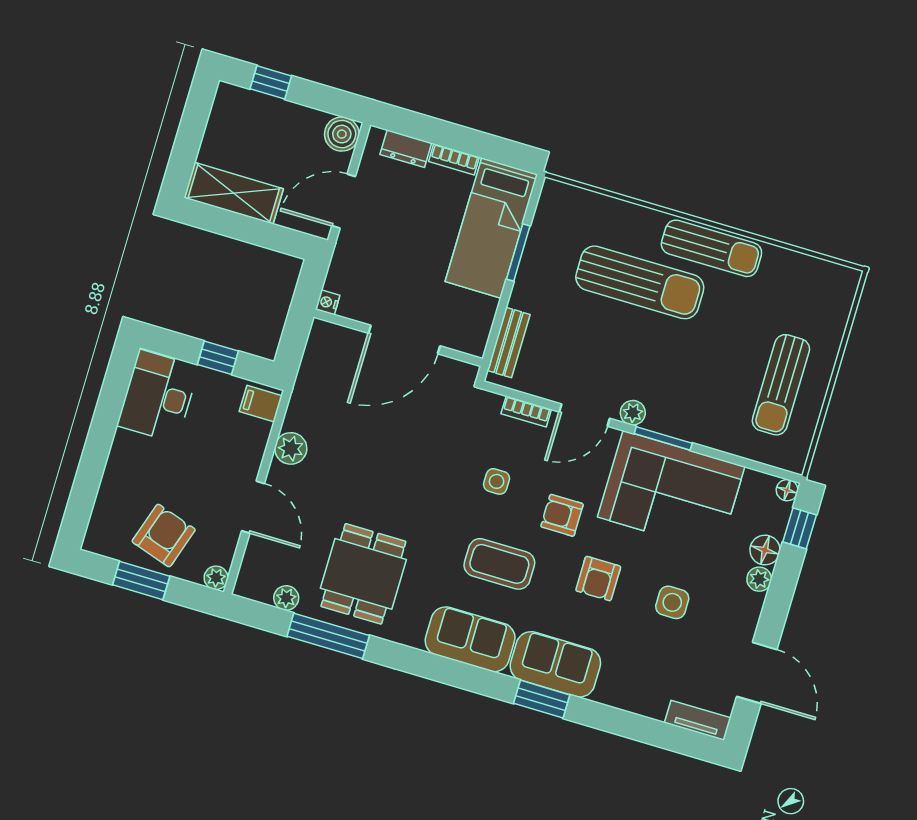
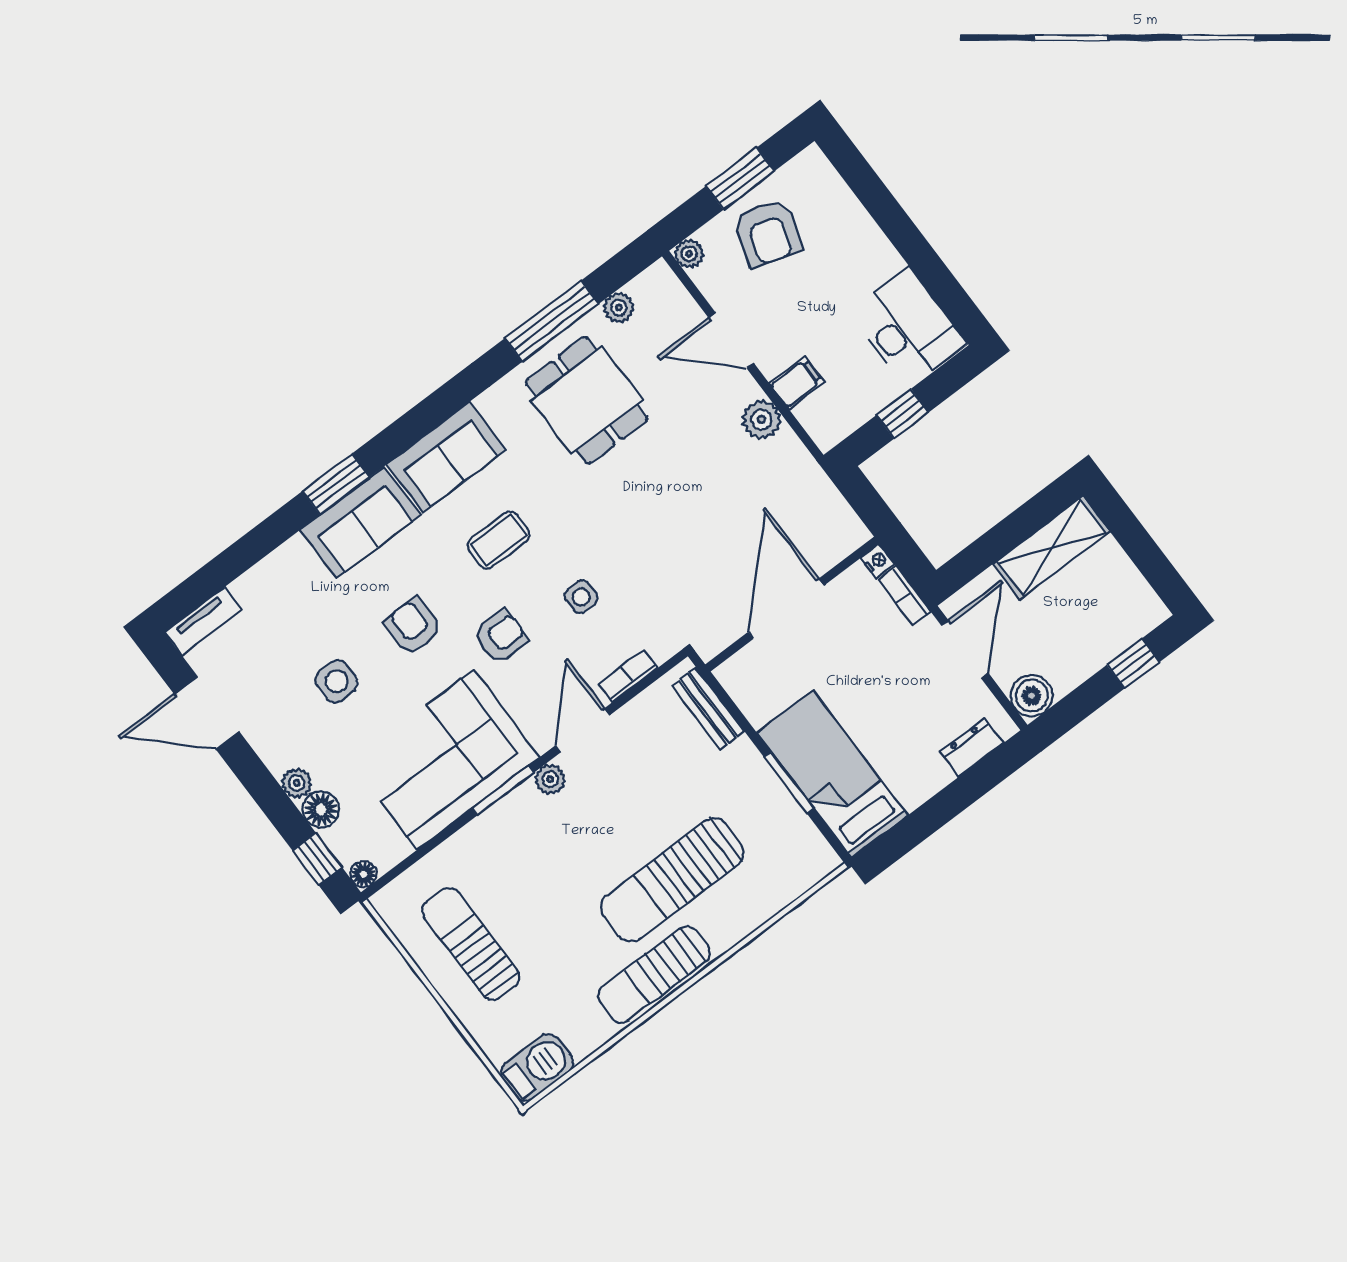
bookcase: (454, 159) -> (904, 596), moved, turned -90
barbecue: (831, 280) -> (537, 1068), added
filing cabinet: (261, 404) -> (797, 383), moved
coffee table: (499, 564) -> (499, 540), width x0.73, depth x0.77

